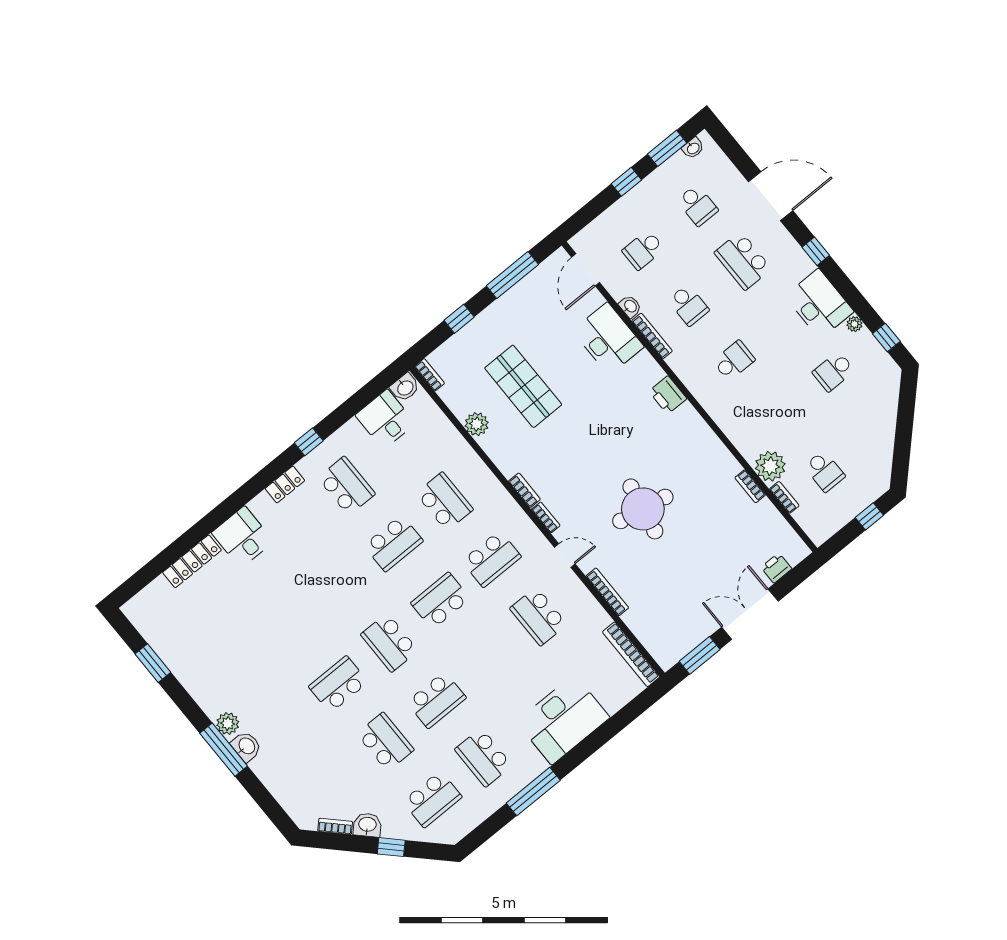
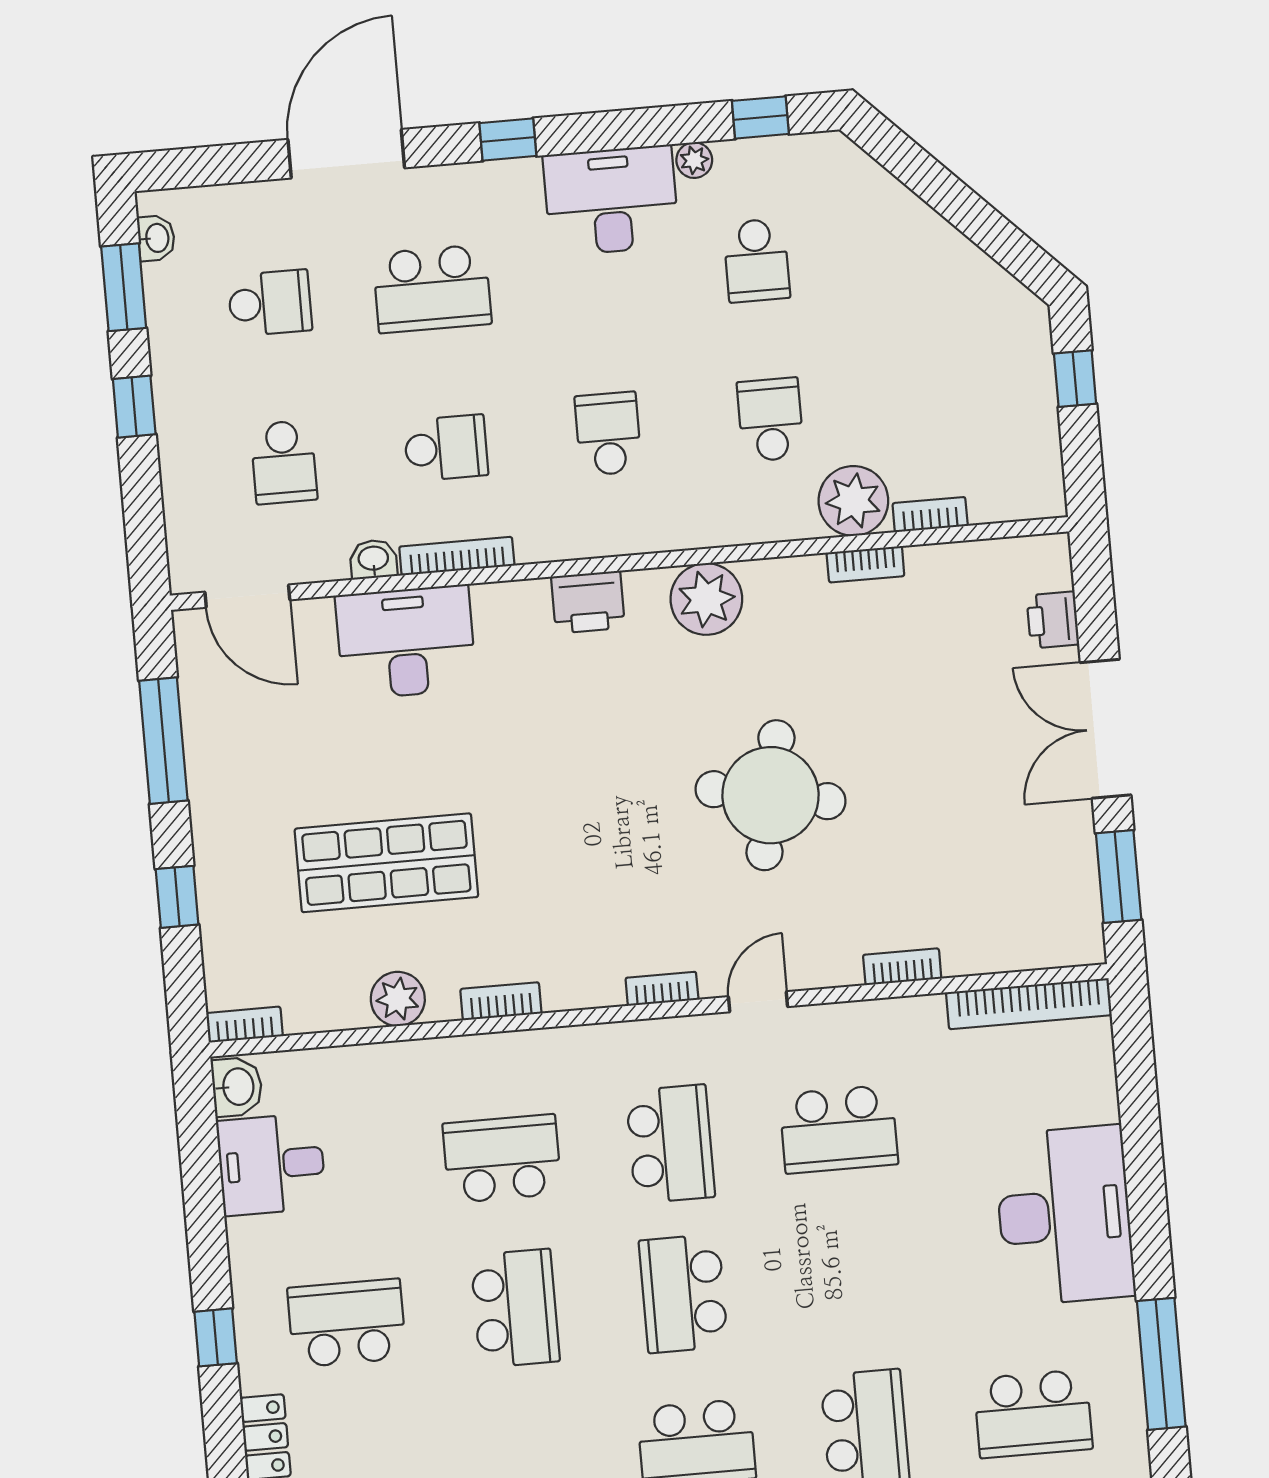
plant: (698, 437) -> (706, 599), added
school desk: (824, 471) -> (770, 420), moved, turned -90
bookcase: (524, 490) -> (501, 1001), moved
bookcase: (607, 592) -> (902, 967), width x0.64

